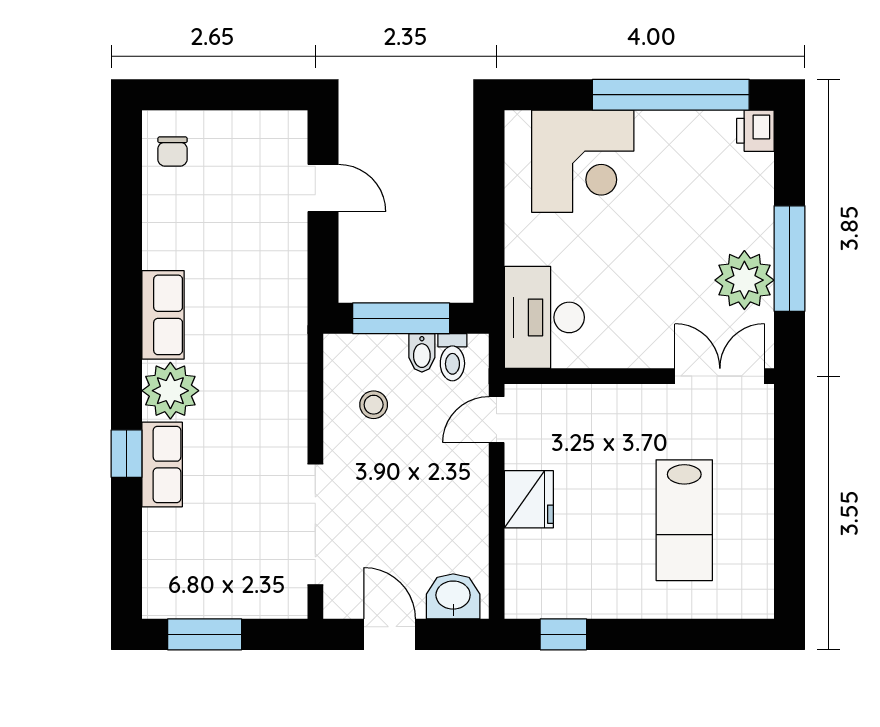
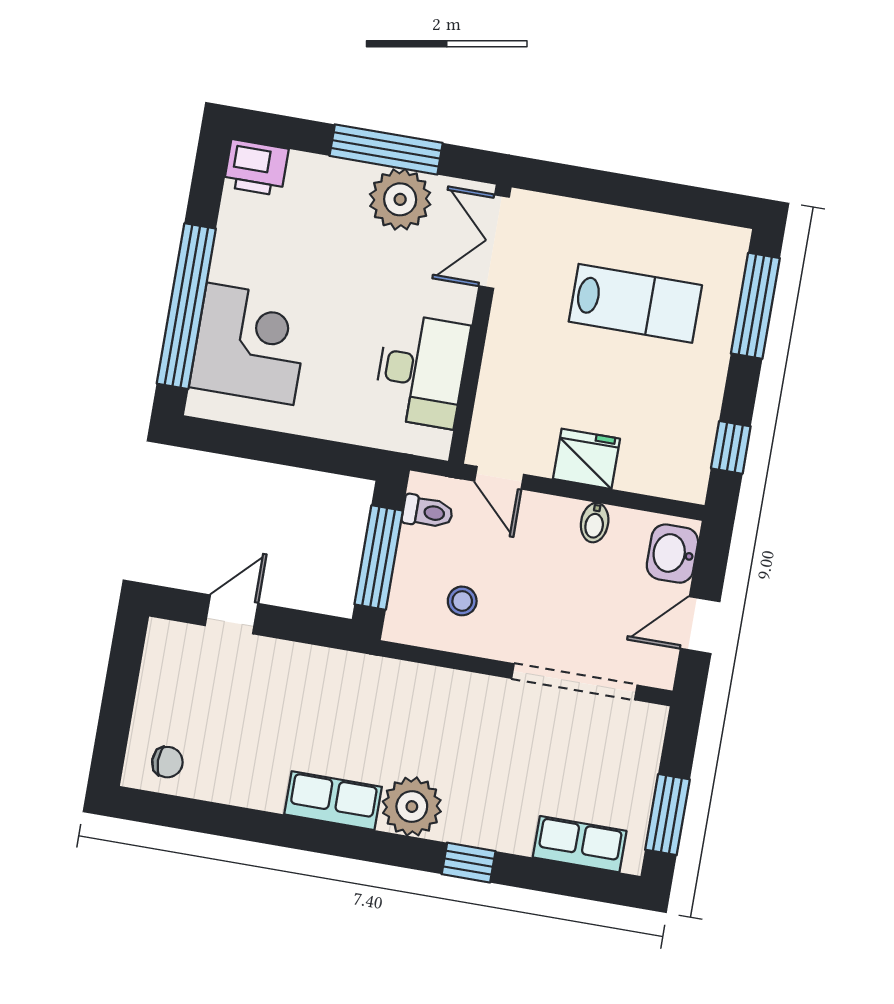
window: (671, 95) -> (186, 306), moved
printer: (755, 131) -> (256, 168), width x1.36, depth x1.24
desk: (544, 317) -> (421, 371), moved, turned -90
bidet: (422, 353) -> (595, 523), moved, turned 90
row of seats: (162, 465) -> (580, 844), moved
window: (702, 634) -> (755, 306), added

